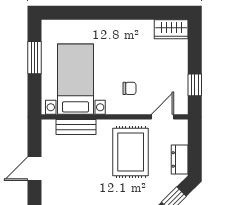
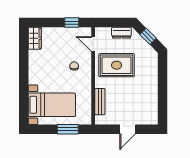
window: (35, 58) -> (68, 129), moved
bed with nightstands: (75, 79) -> (52, 105), moved, turned 180
door: (35, 169) -> (128, 129), hinge flipped

